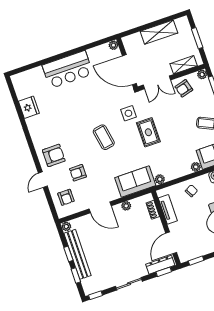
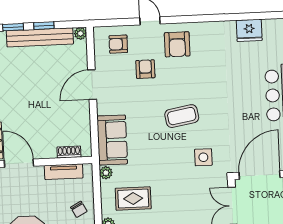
rug: (148, 132) -> (133, 199), moved
plant: (126, 206) -> (84, 119), removed

